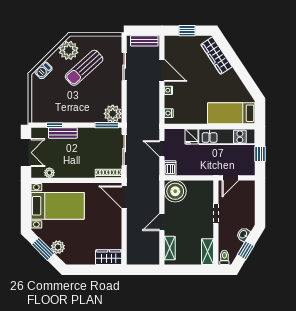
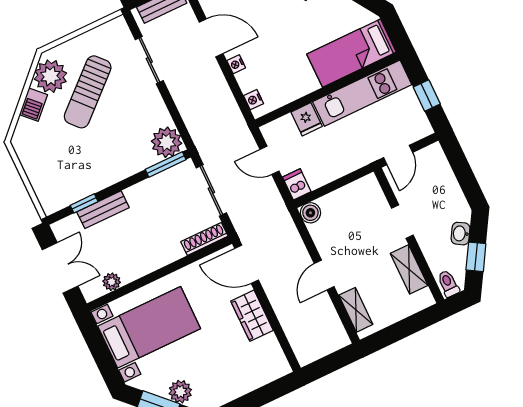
barbecue: (43, 70) -> (33, 105), moved
boiler: (175, 191) -> (310, 213), width x0.54, depth x0.54
shelving: (208, 252) -> (409, 269), moved
wardrobe: (109, 257) -> (252, 316), moved, turned -90

